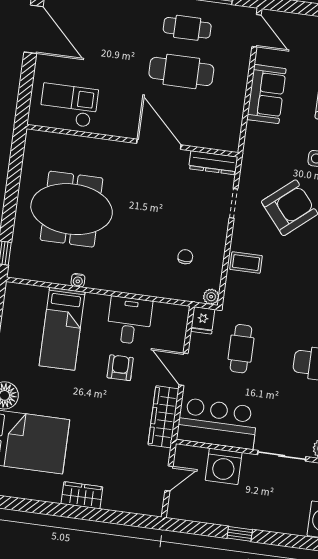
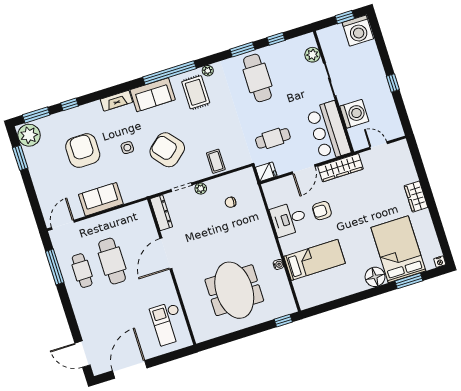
plant: (211, 297) -> (201, 189), moved

